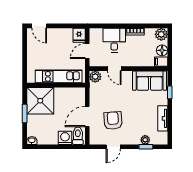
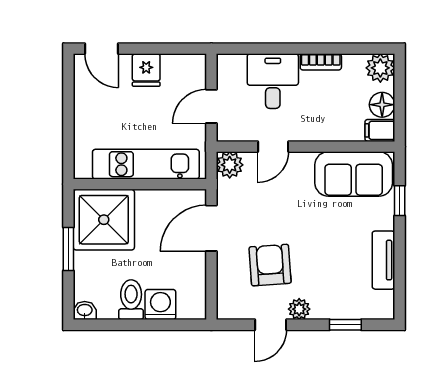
fridge: (79, 35) -> (146, 70), moved
door: (114, 69) -> (273, 147), hinge flipped
door: (87, 116) -> (211, 228), moved
toilet: (78, 136) -> (131, 300), moved
plant: (145, 140) -> (299, 309), moved

